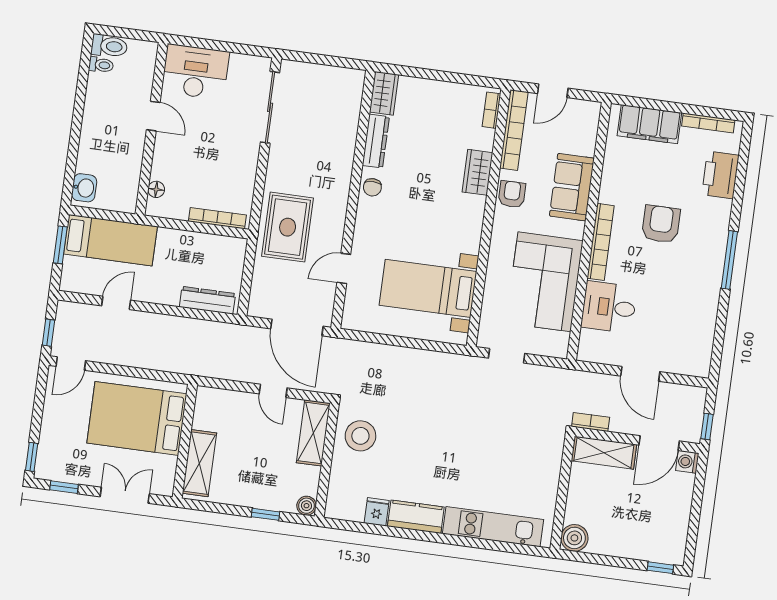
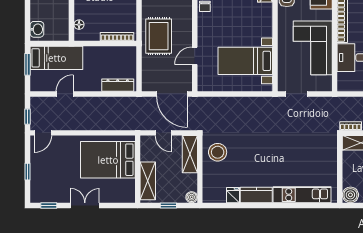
bed: (137, 418) -> (108, 160), moved
wall: (185, 441) -> (138, 169), moved
window: (32, 457) -> (27, 172), moved
shelving: (199, 463) -> (148, 181), moved

